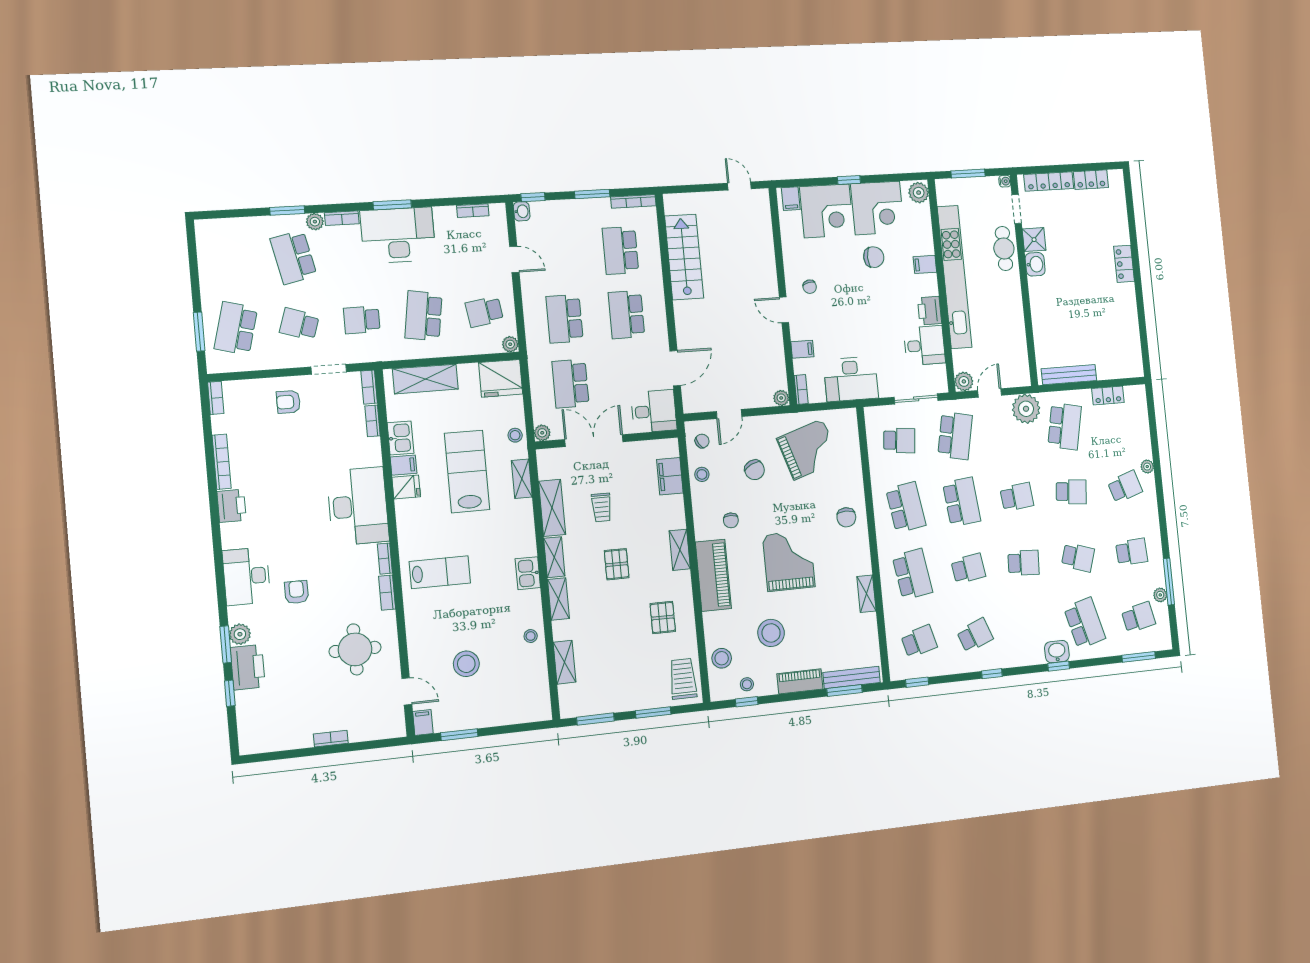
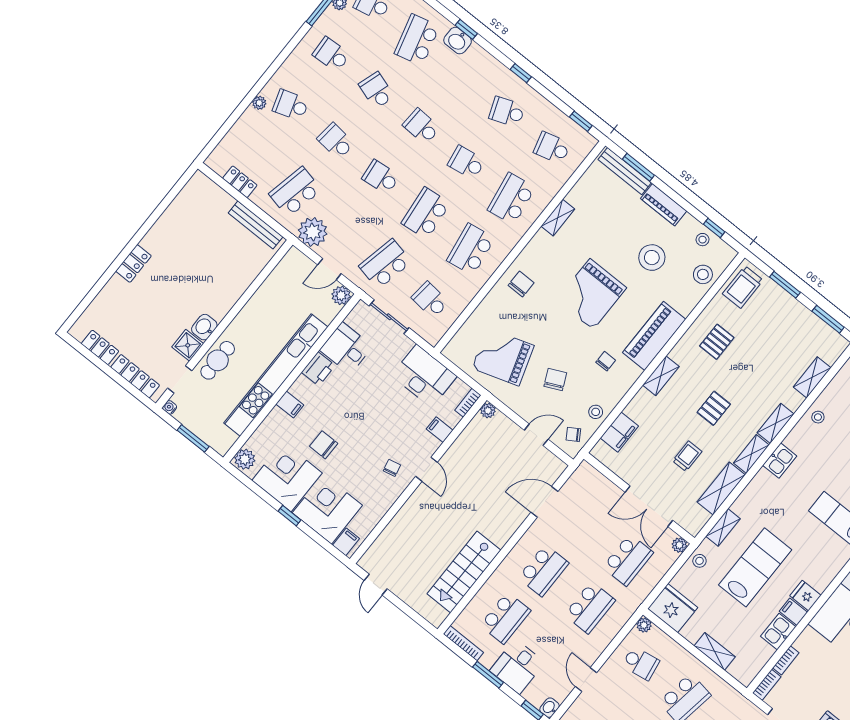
shelving: (425, 379) -> (715, 651), width x0.67, depth x0.75
desk: (654, 411) -> (517, 667), moved, turned -90
lab bench: (467, 471) -> (755, 567), turned 180

